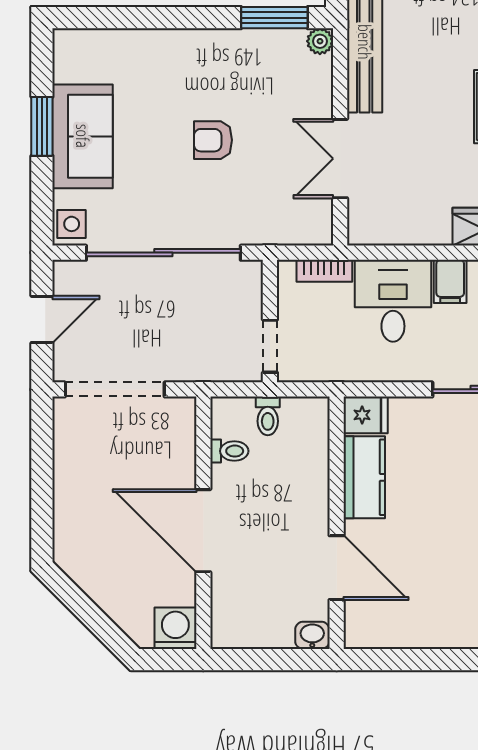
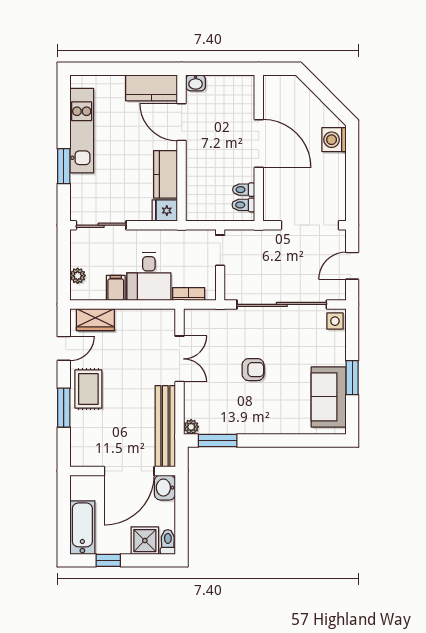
sofa: (83, 136) -> (329, 397), moved
toilet: (268, 416) -> (243, 205), moved, turned -90
kitchen counter: (388, 627) -> (152, 88), added
washing machine: (175, 628) -> (334, 140), moved, turned 90

